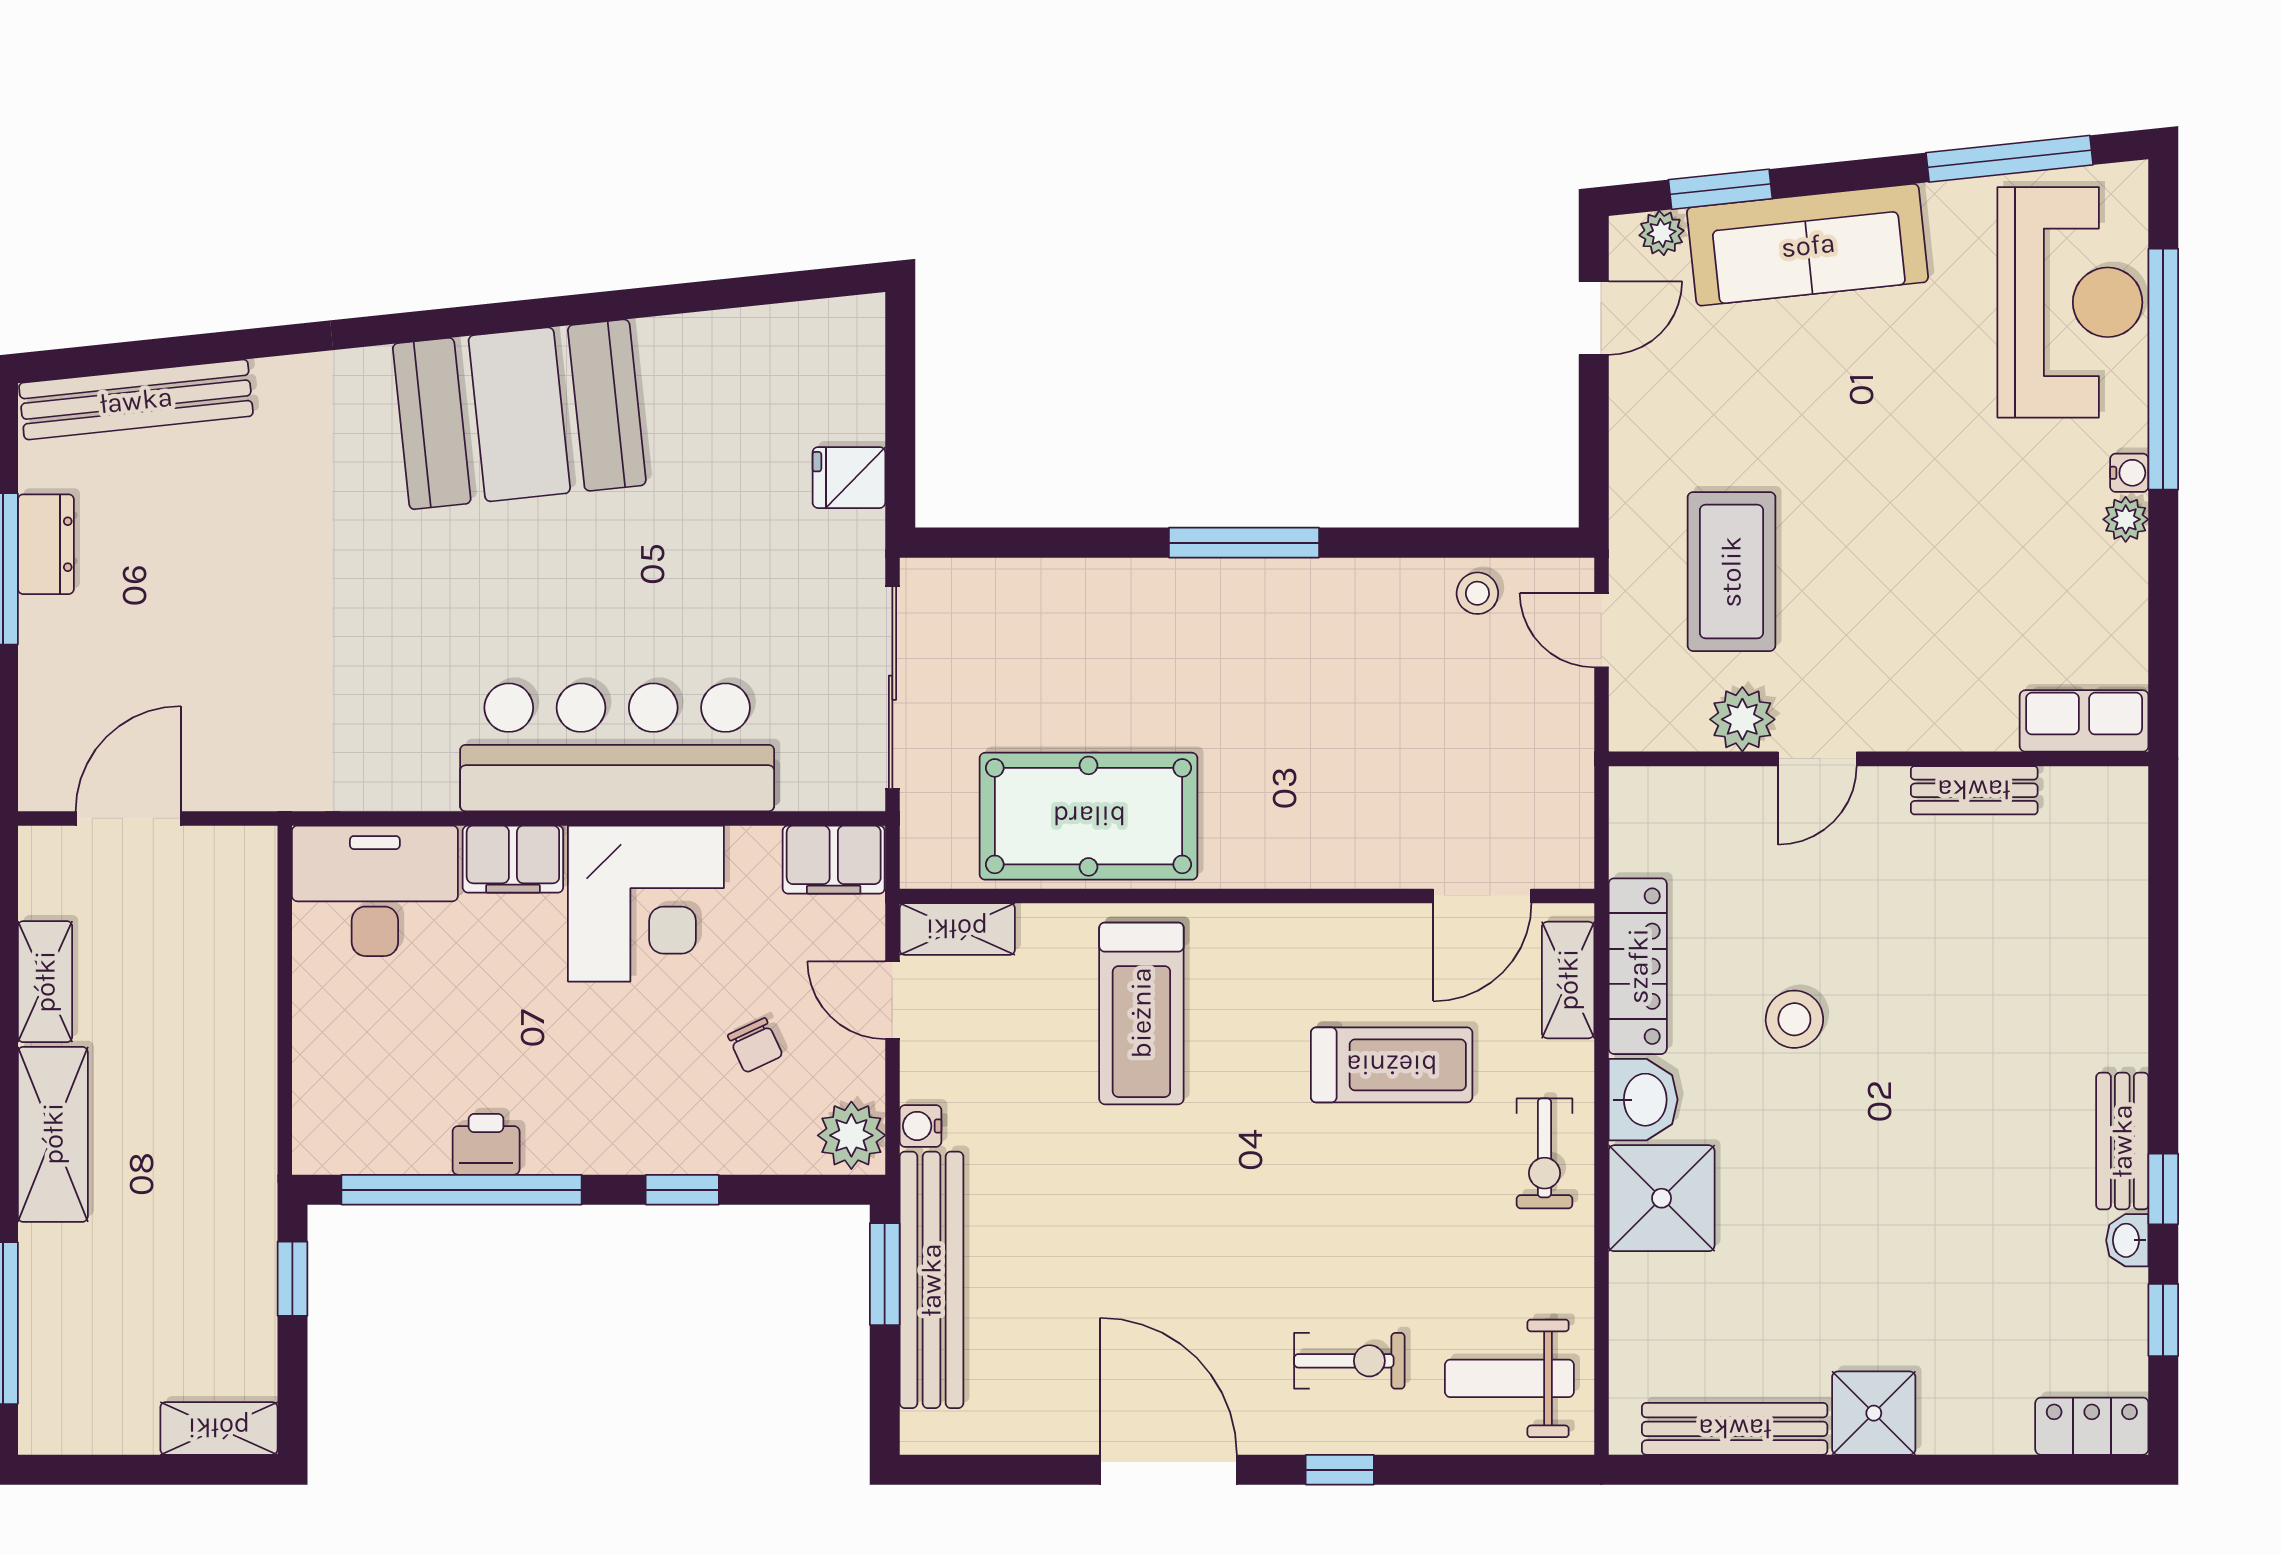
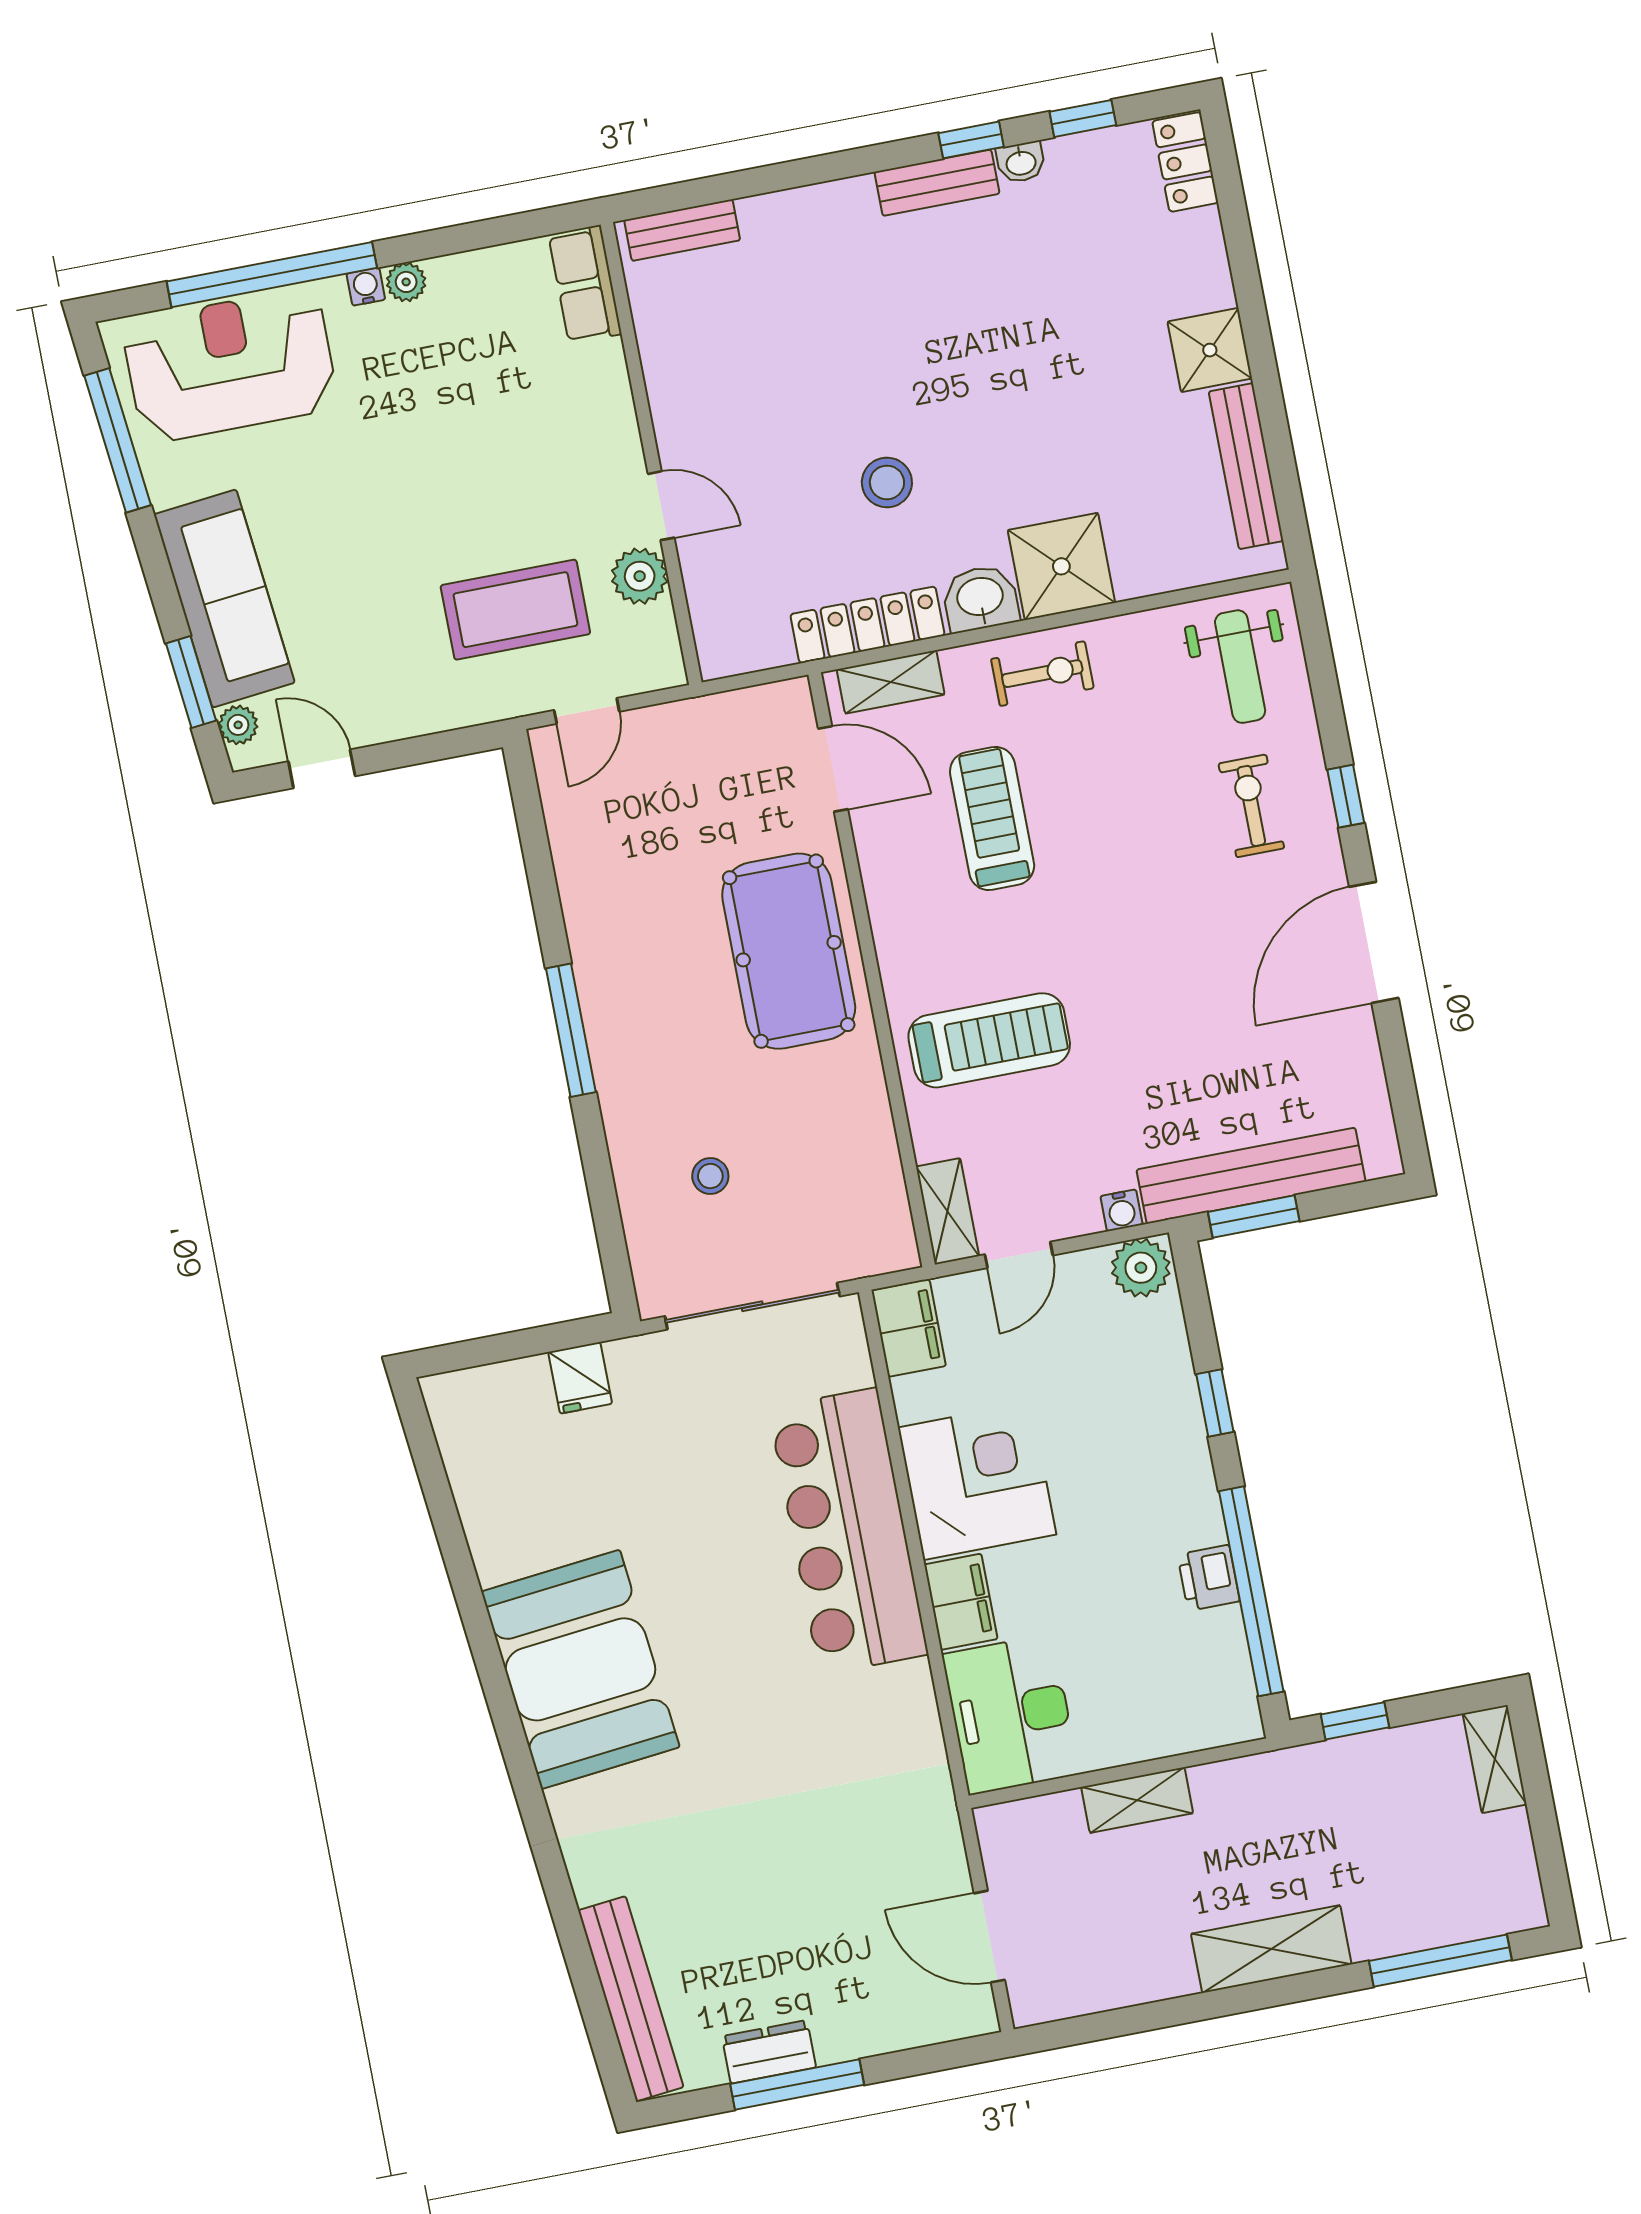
stool: (1477, 593) -> (710, 1176), moved
bench: (1974, 790) -> (682, 230), moved, turned 90
pool table: (1089, 816) -> (789, 951), moved
shelving: (45, 982) -> (1137, 1800), moved
chair: (755, 1045) -> (1080, 1364), removed

